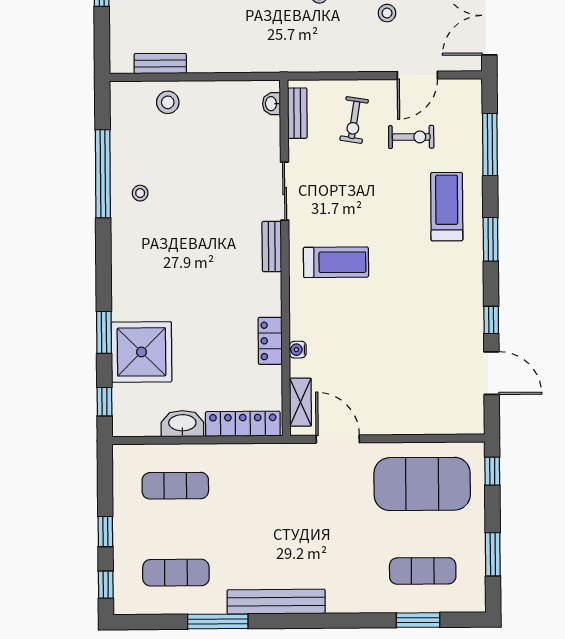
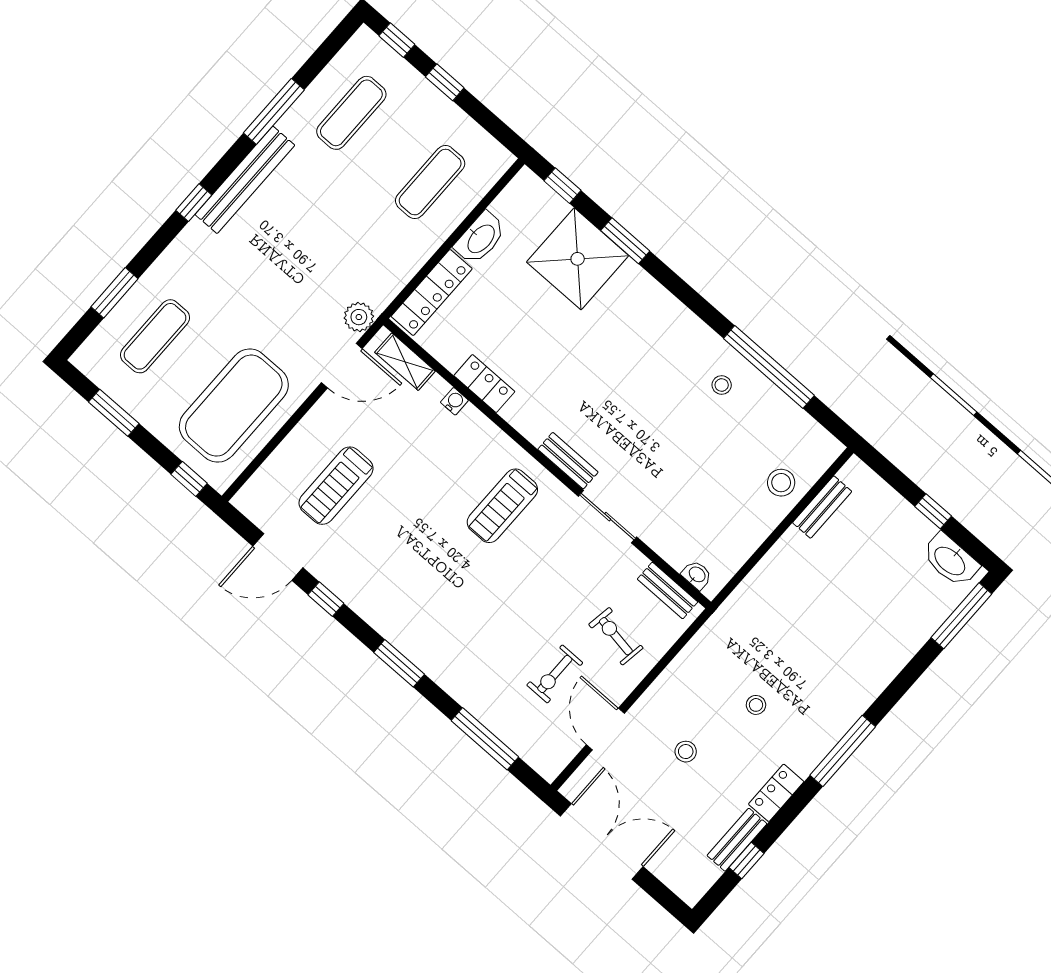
treadmill: (447, 207) -> (336, 486), moved, turned 90
plant: (298, 455) -> (359, 317), added
window: (318, 621) -> (194, 203), added

